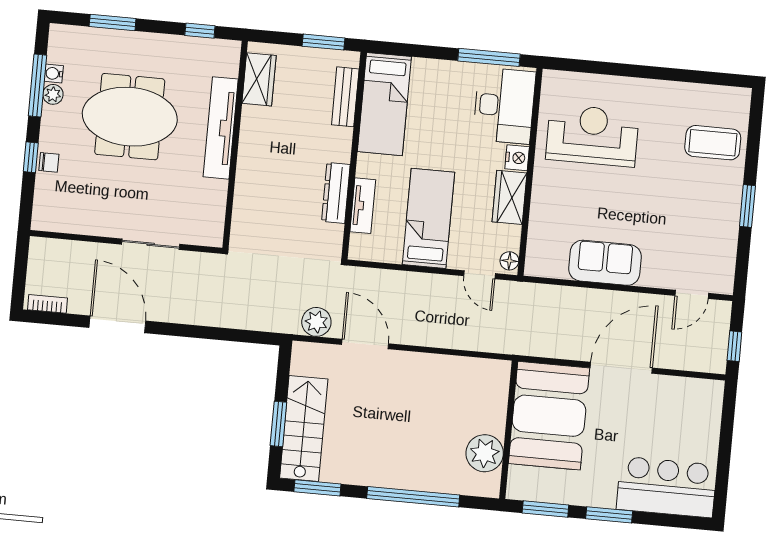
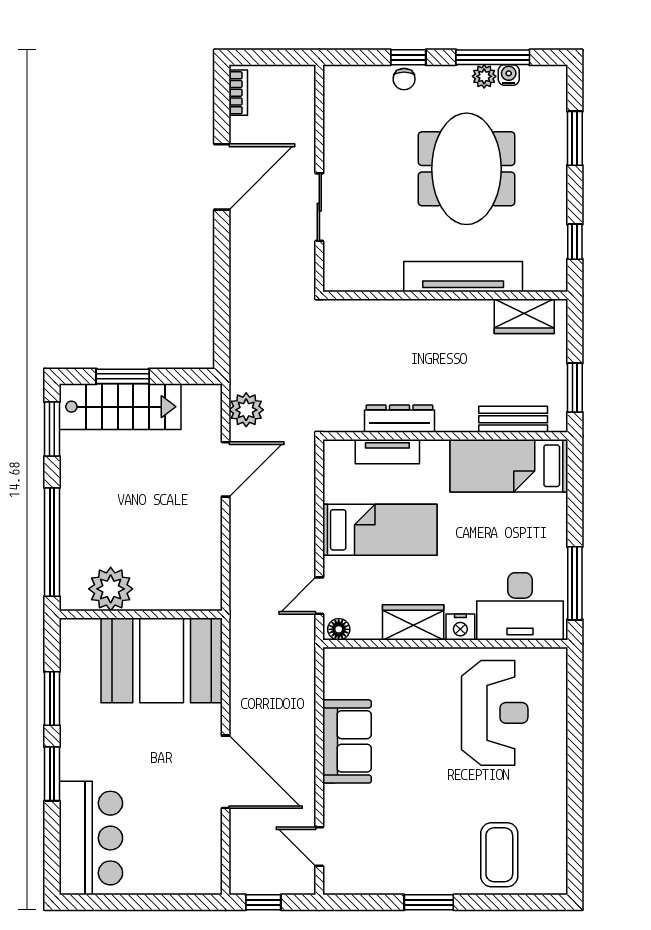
booth: (549, 416) -> (162, 660), moved
wall: (509, 430) -> (141, 614), moved
plant: (485, 453) -> (111, 589), moved

